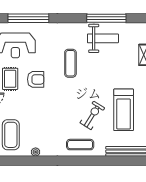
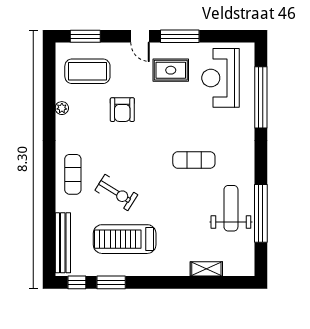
weight bench: (103, 38) -> (231, 208), turned 180
armchair: (36, 79) -> (122, 110), moved

